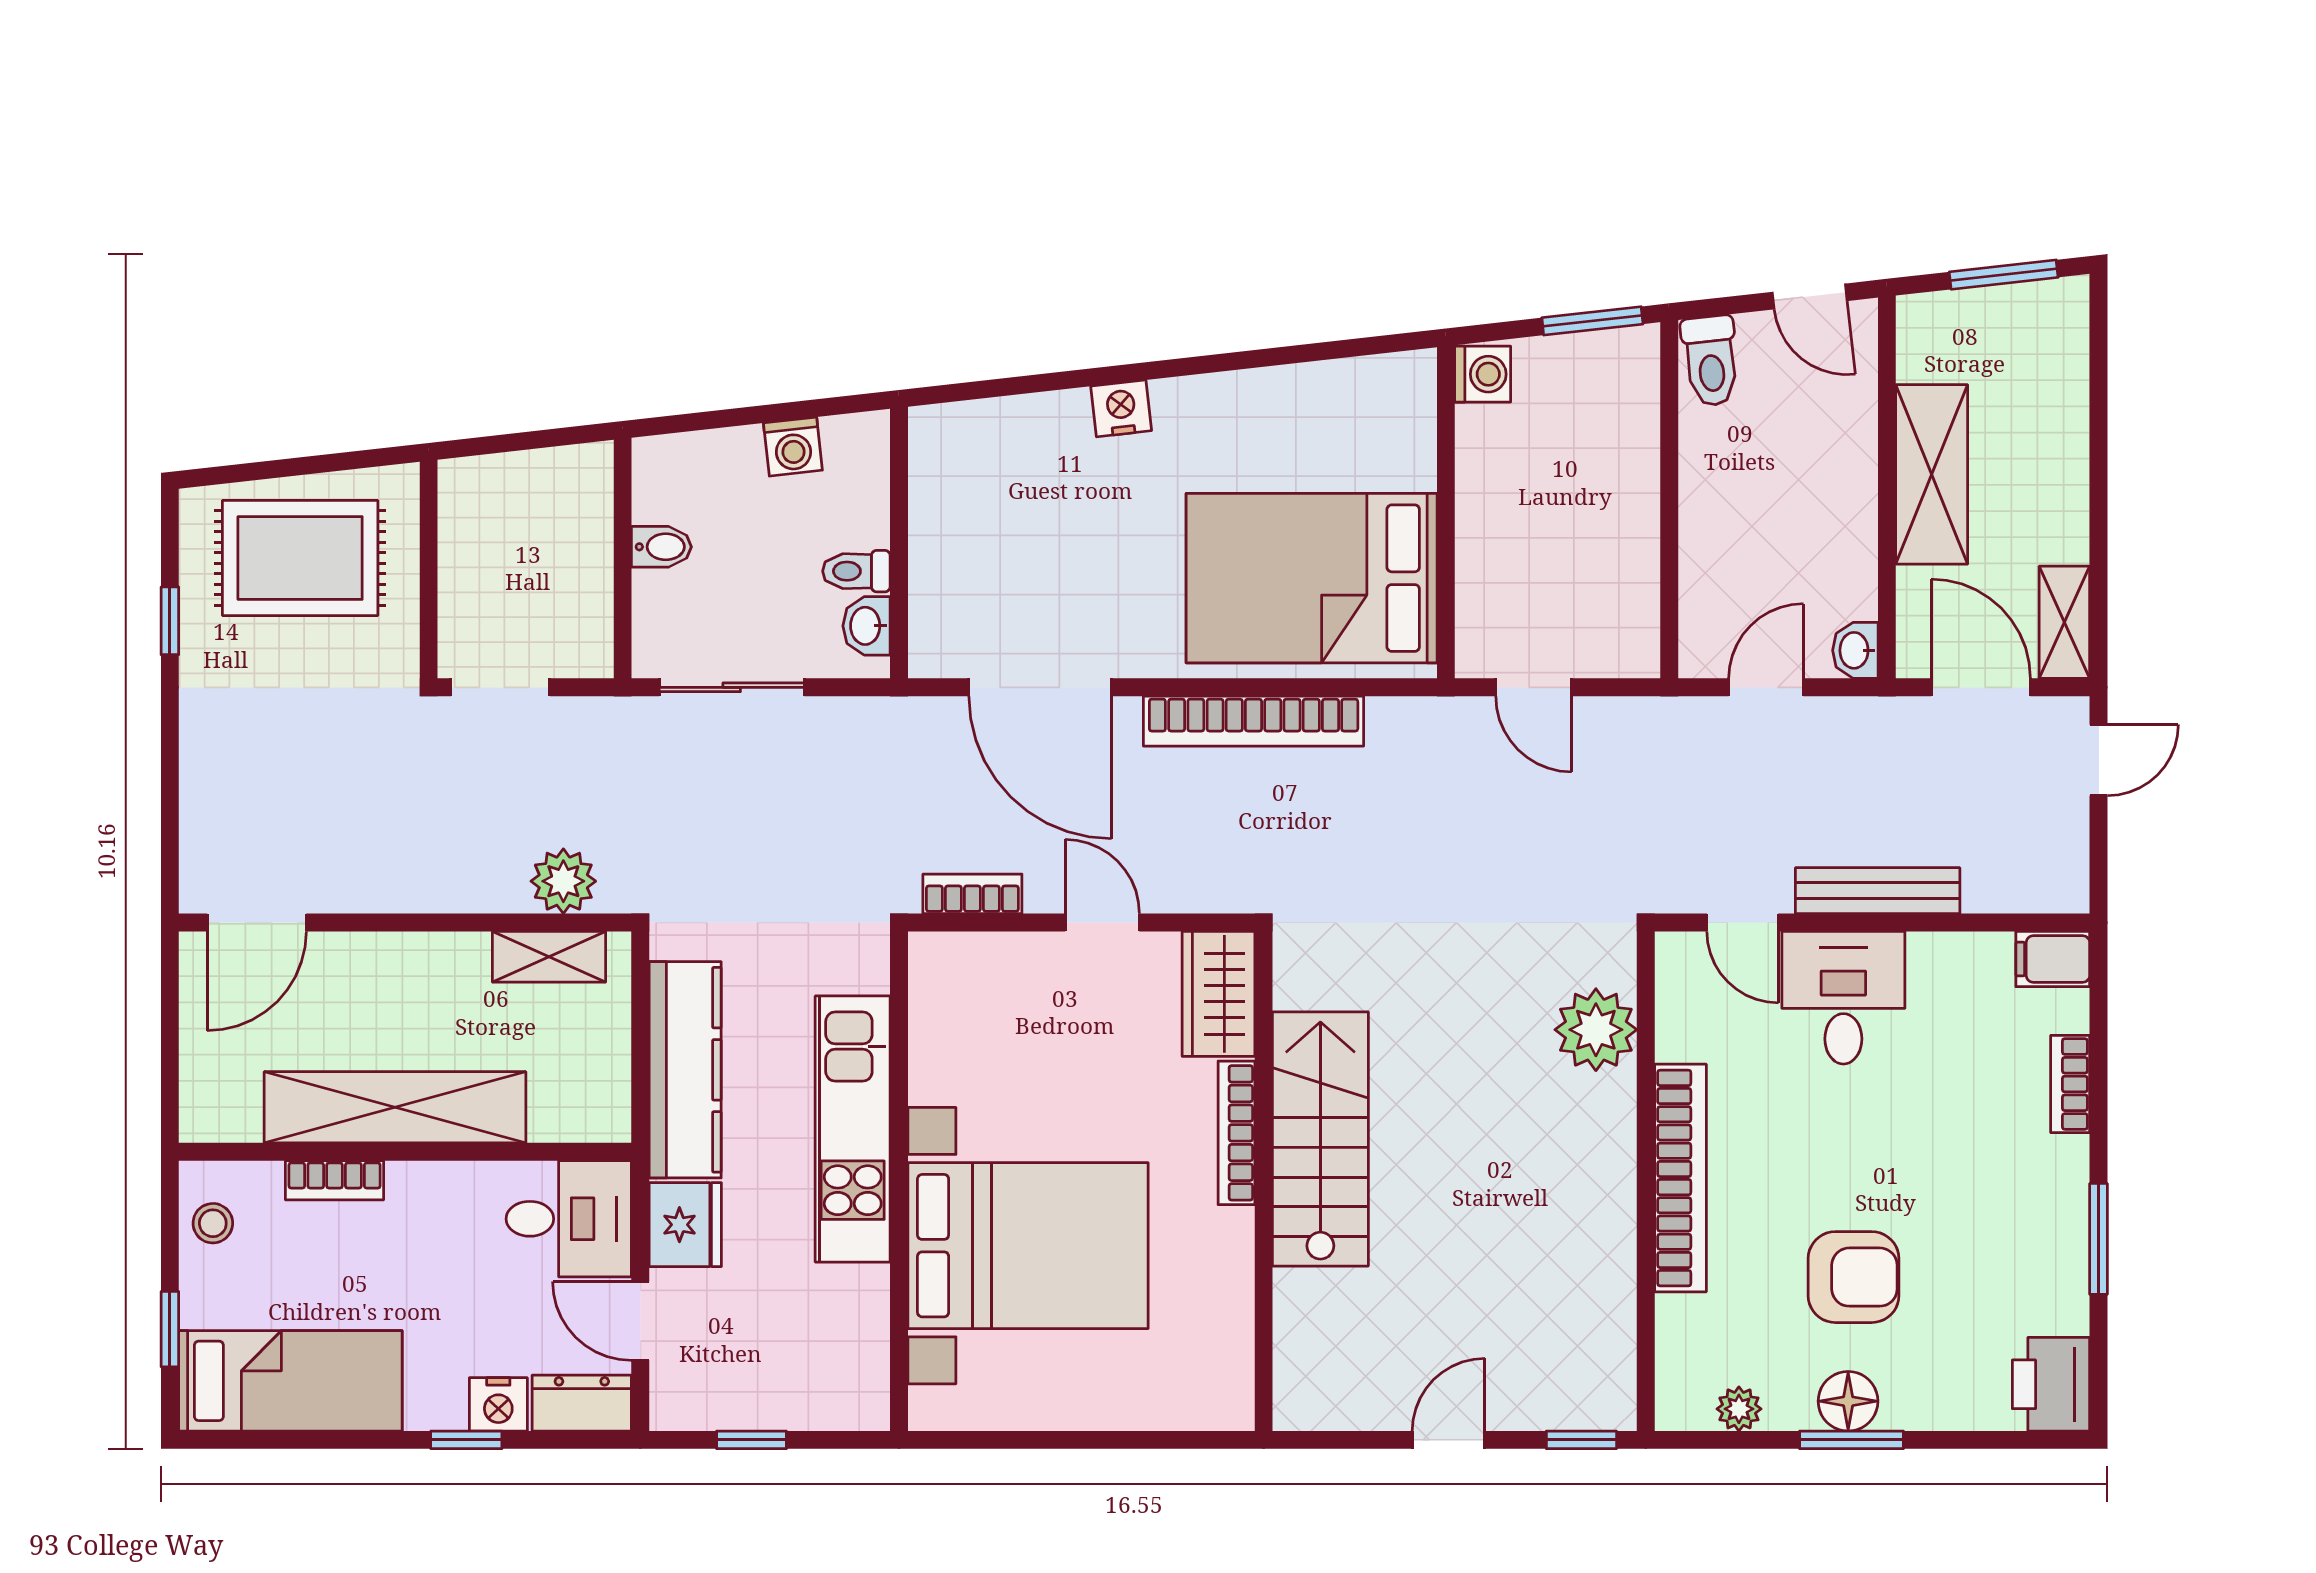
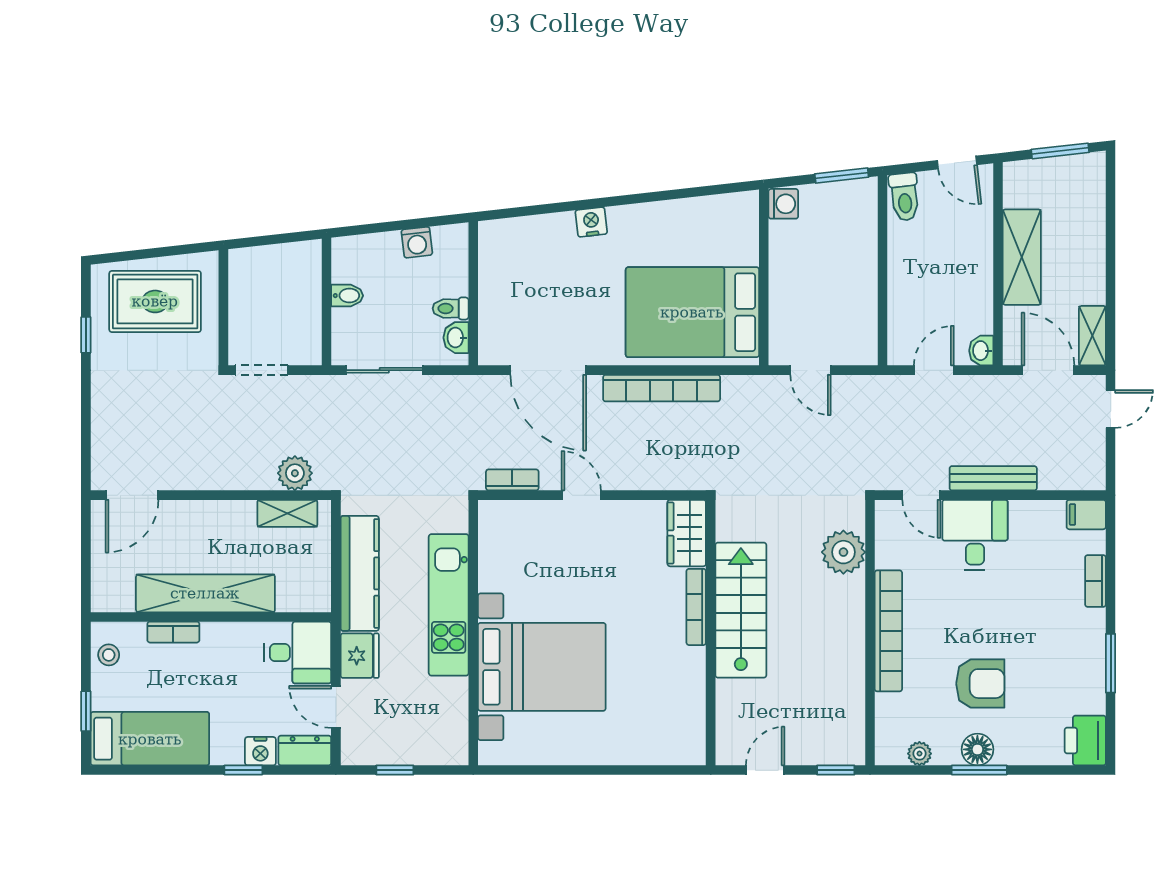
wardrobe: (1218, 994) -> (687, 533), moved
bookcase: (1236, 1133) -> (696, 607), moved
stairs: (1320, 1139) -> (741, 610), moved
wall: (1264, 1181) -> (711, 633), moved

